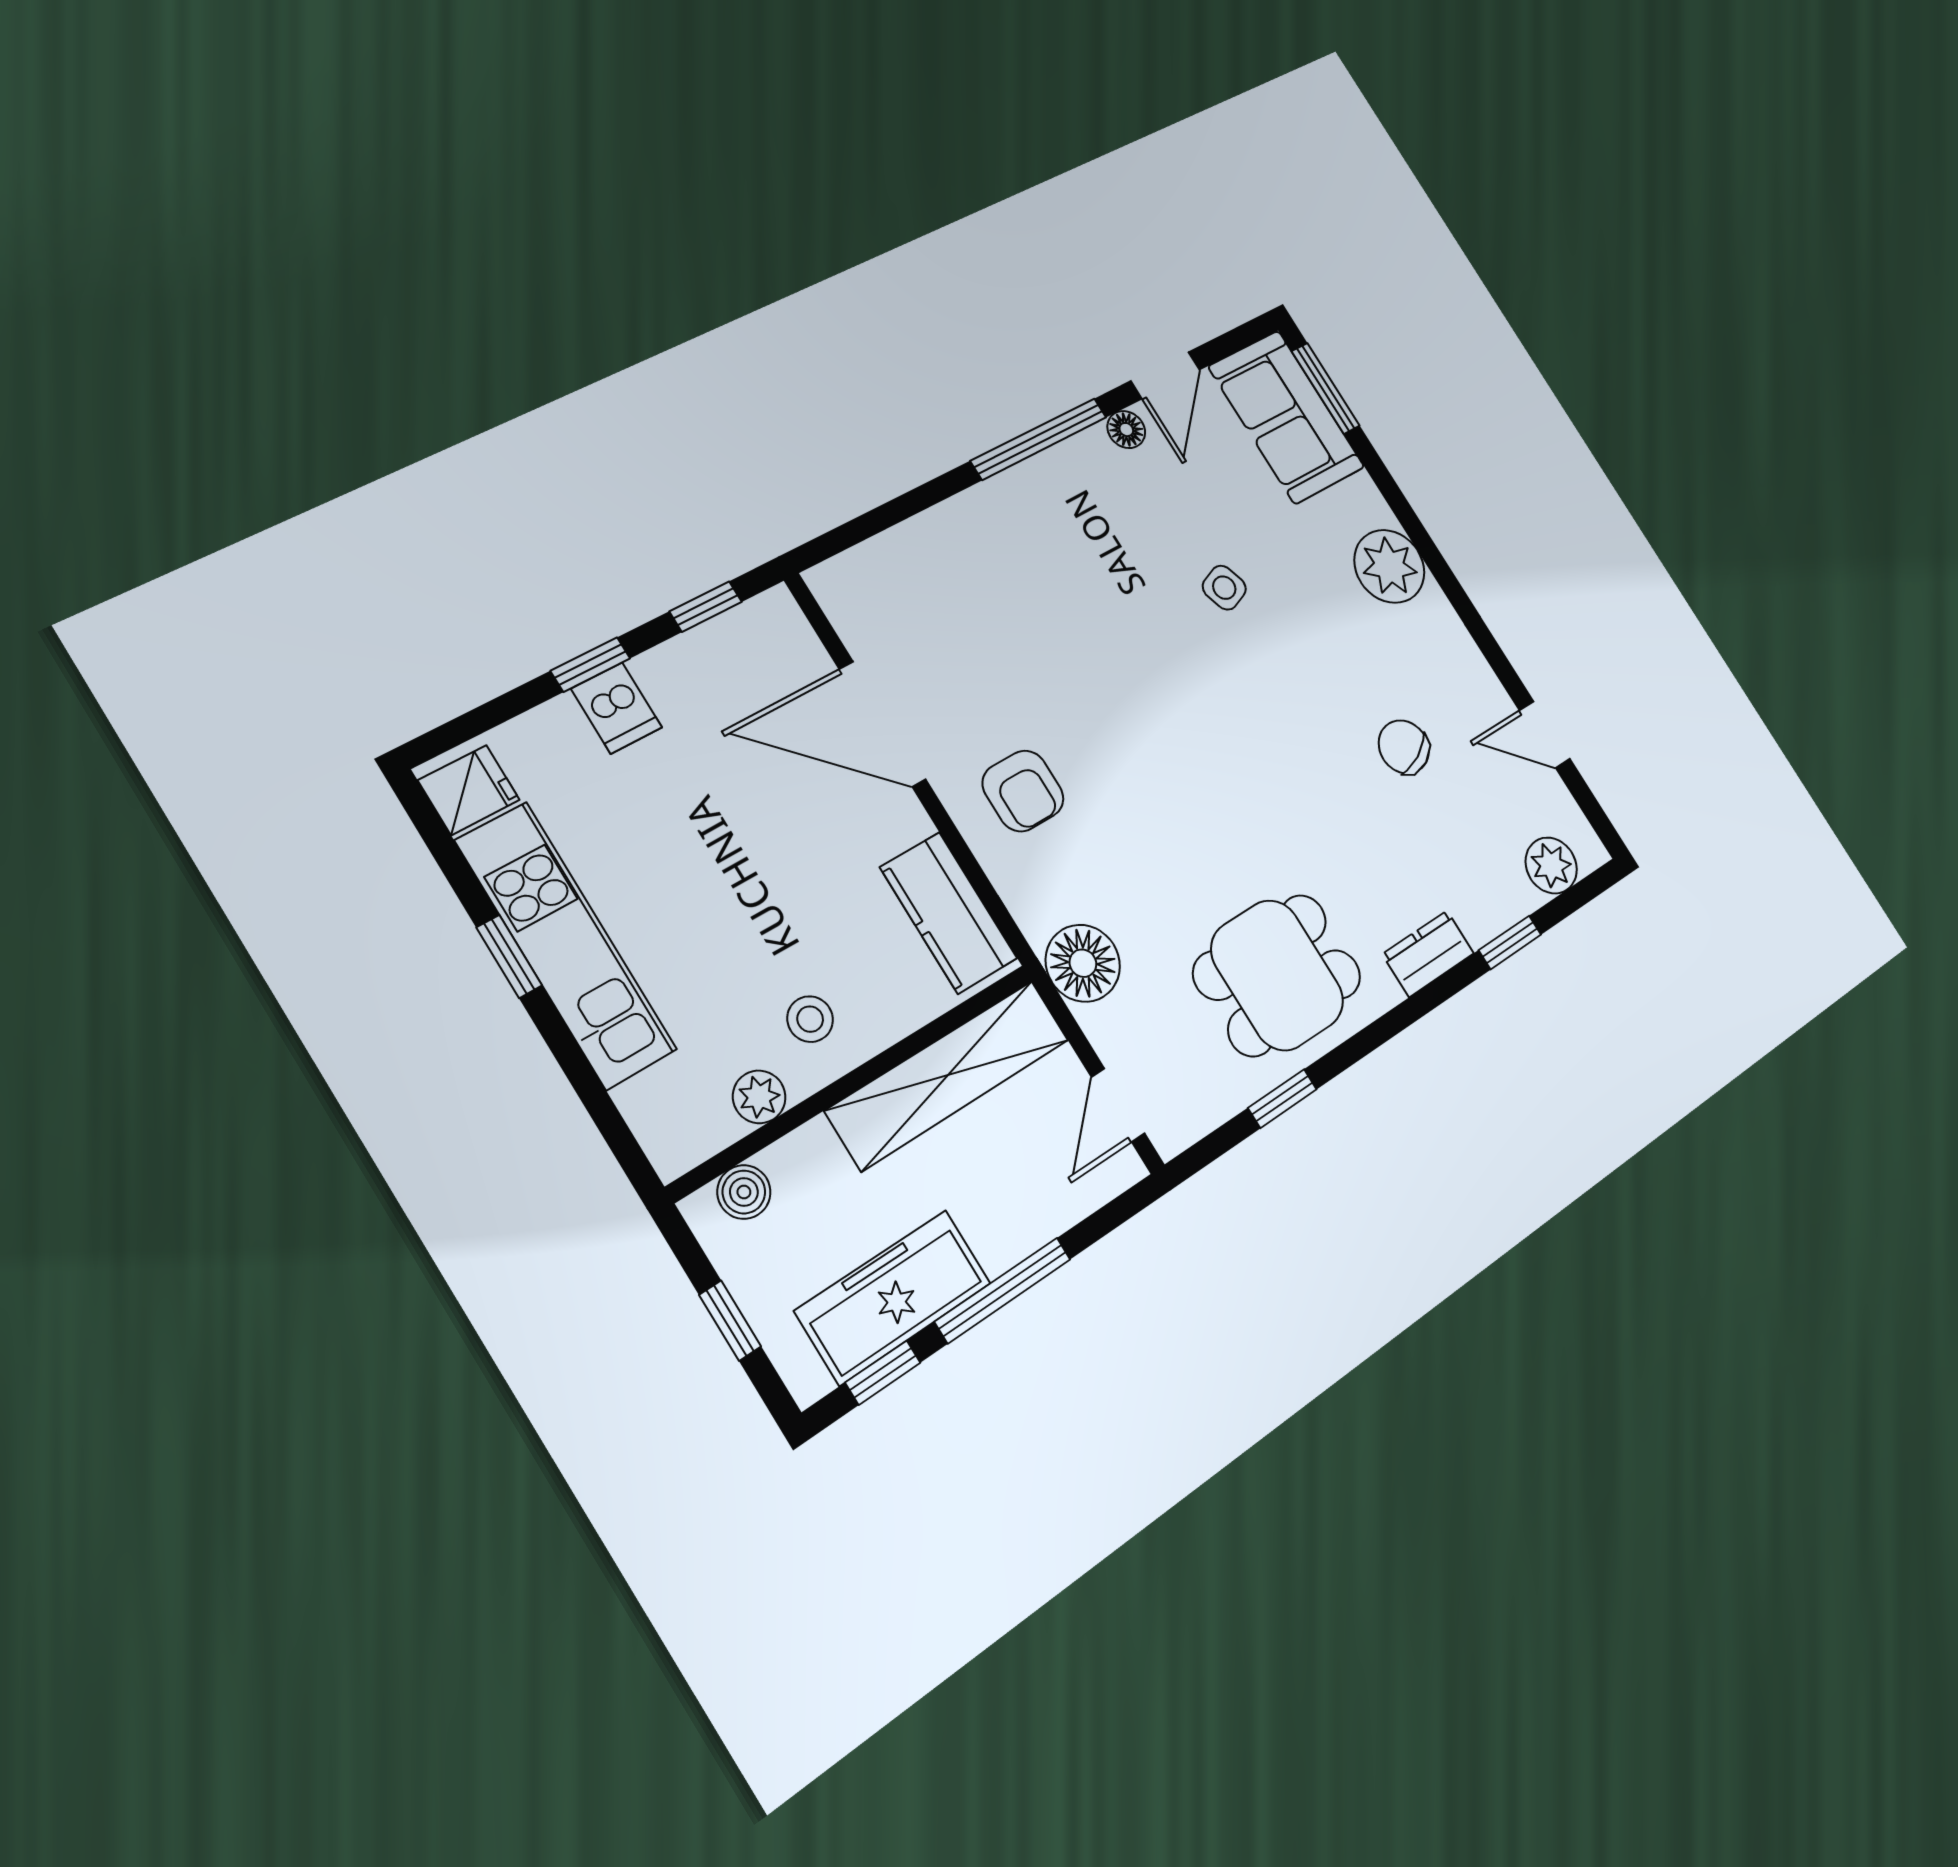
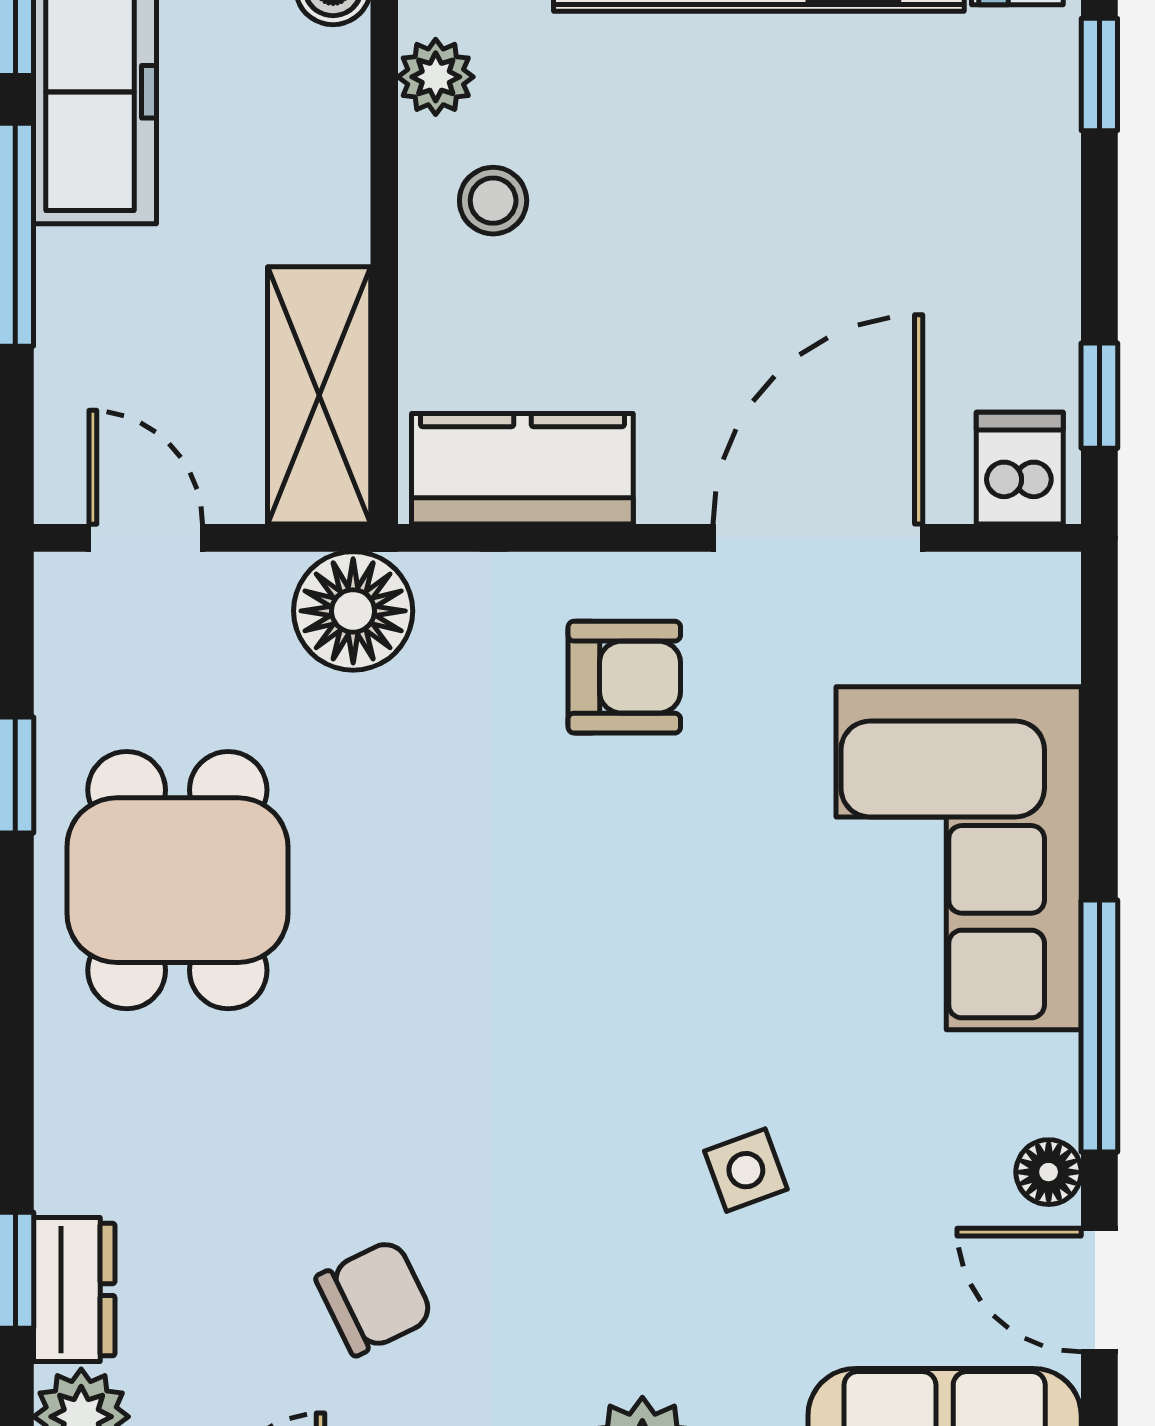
corner sofa: (1002, 557) -> (959, 858), added
window: (590, 665) -> (1099, 75), moved
dishwasher: (616, 708) -> (1020, 468), moved, turned 90
armchair: (1023, 791) -> (624, 677), turned 180
dresser: (1428, 954) -> (74, 1290), moved
shelving: (948, 1075) -> (319, 395), width x0.68

